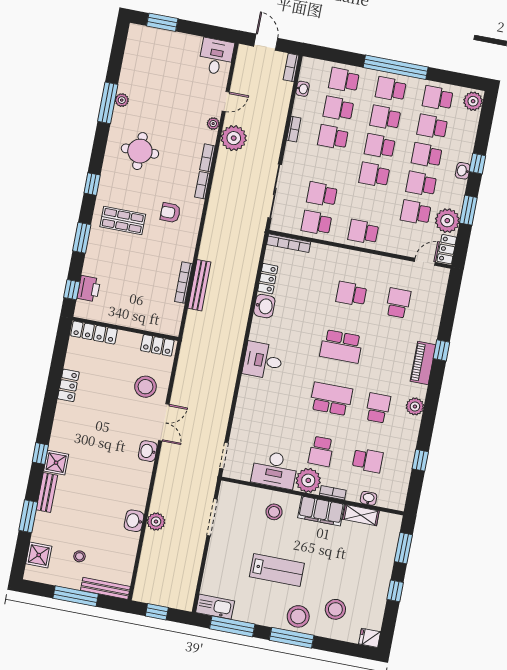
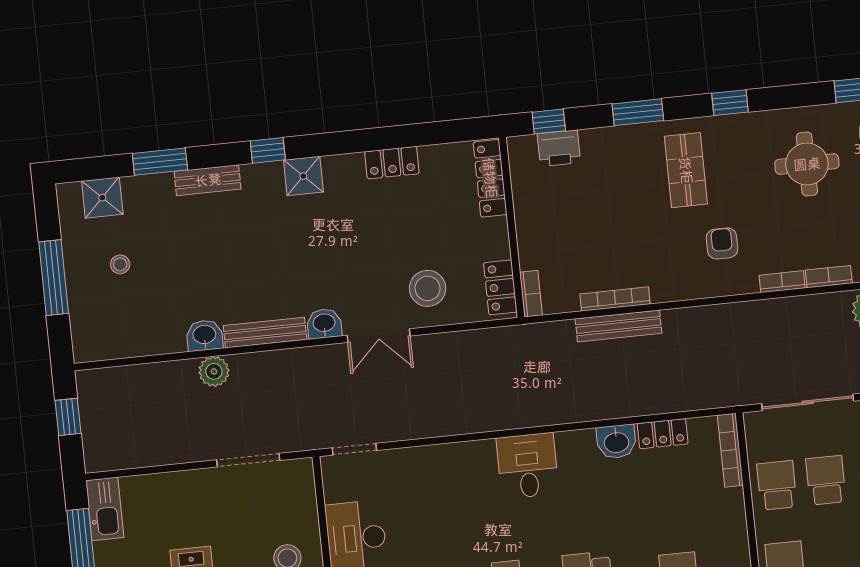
bookcase: (166, 329) -> (531, 294), added
shower: (56, 463) -> (303, 176), moved
bench: (105, 588) -> (265, 333), moved, turned 90

